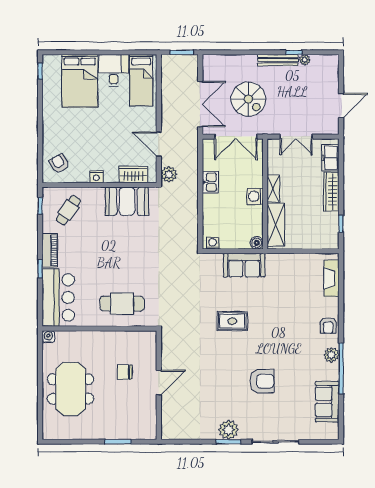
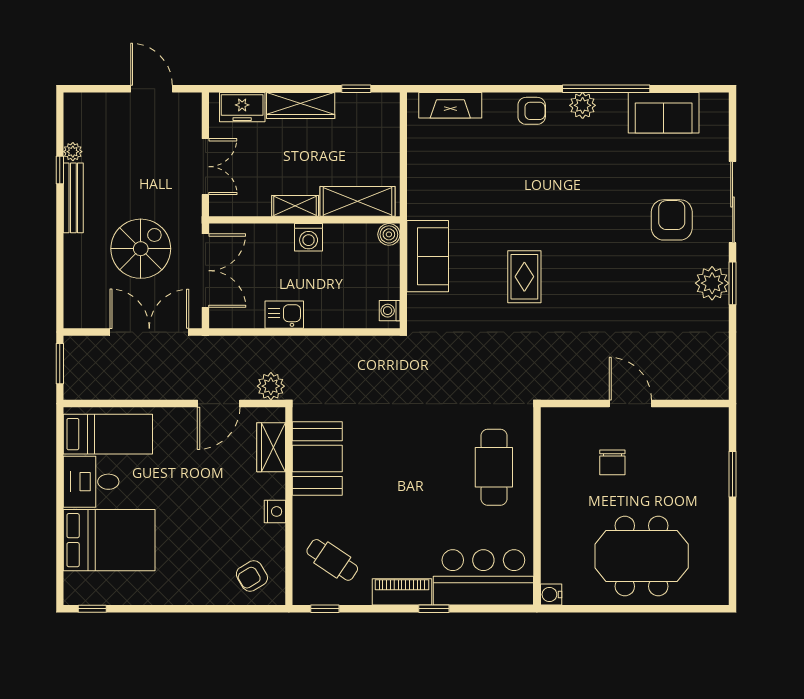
armchair: (262, 381) -> (672, 220), moved

